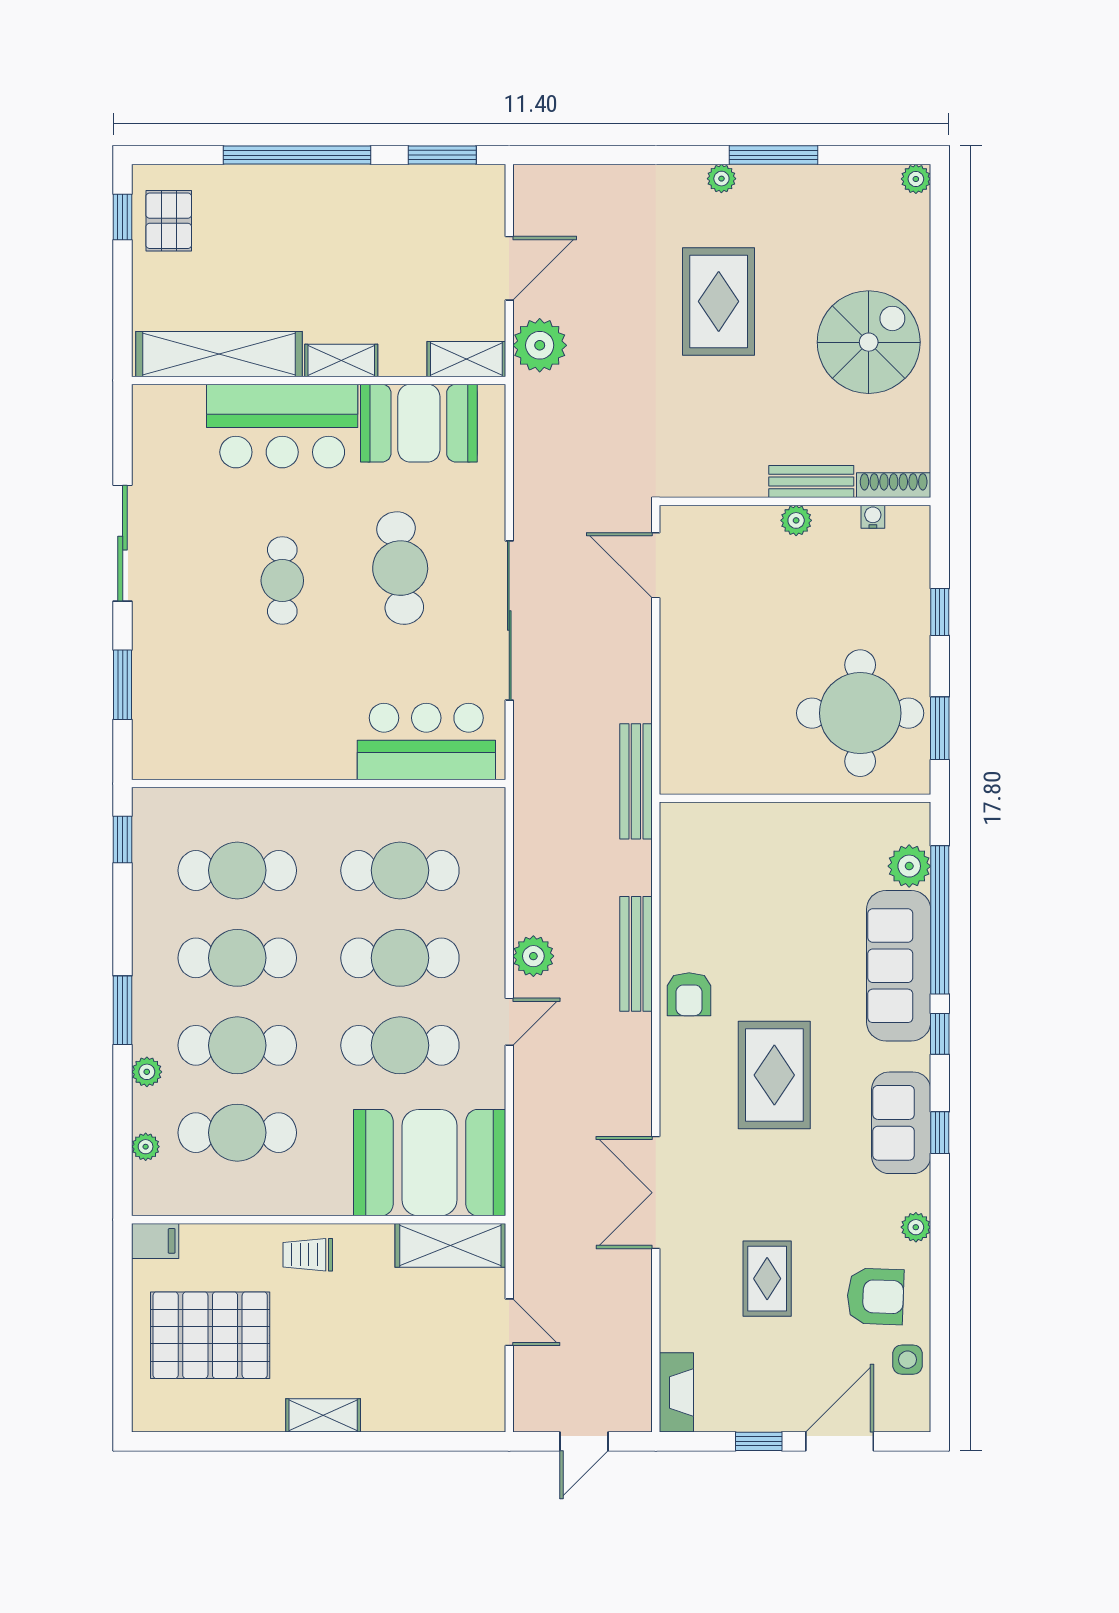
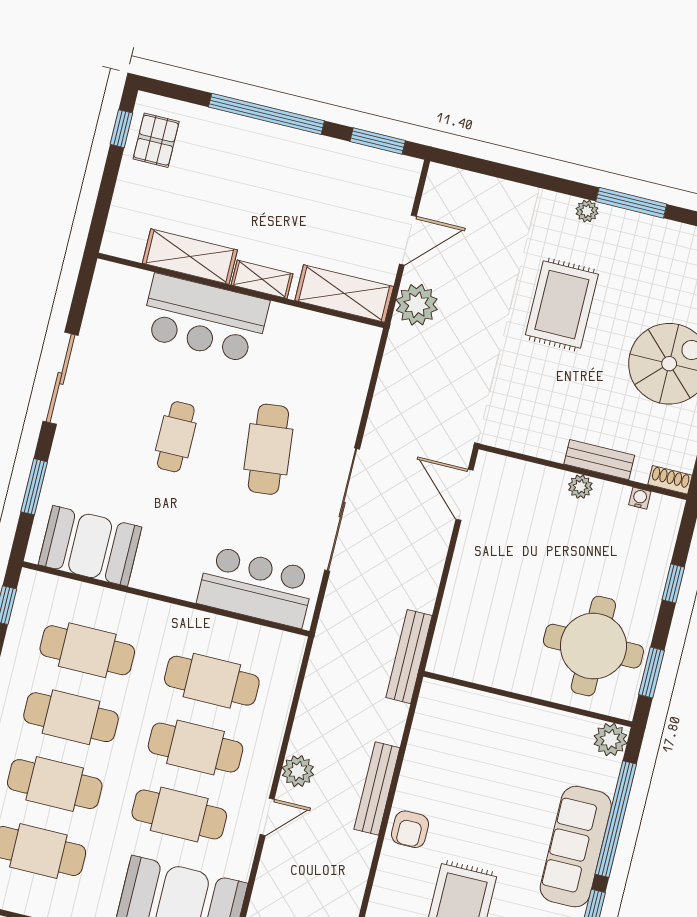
shelving: (219, 354) -> (190, 257), width x0.68
shelving: (466, 359) -> (344, 293), width x1.50, depth x1.33
booth: (419, 423) -> (90, 546), moved
shoe rack: (894, 485) -> (670, 480), width x0.70
plant: (909, 866) -> (610, 740), moved

